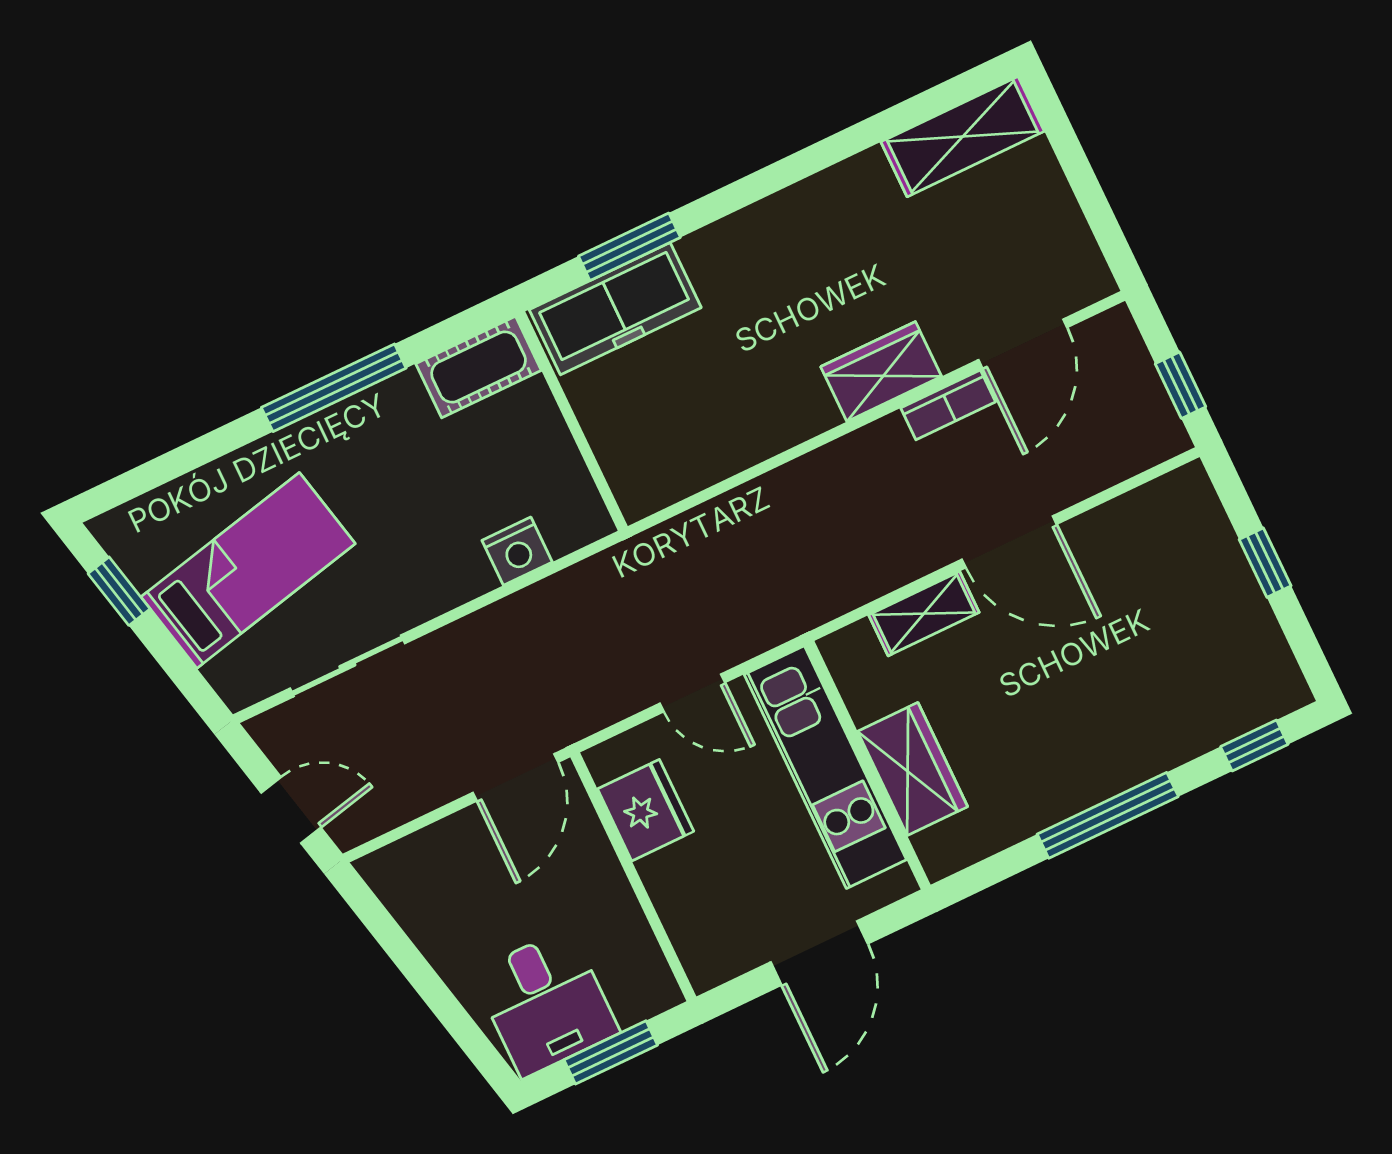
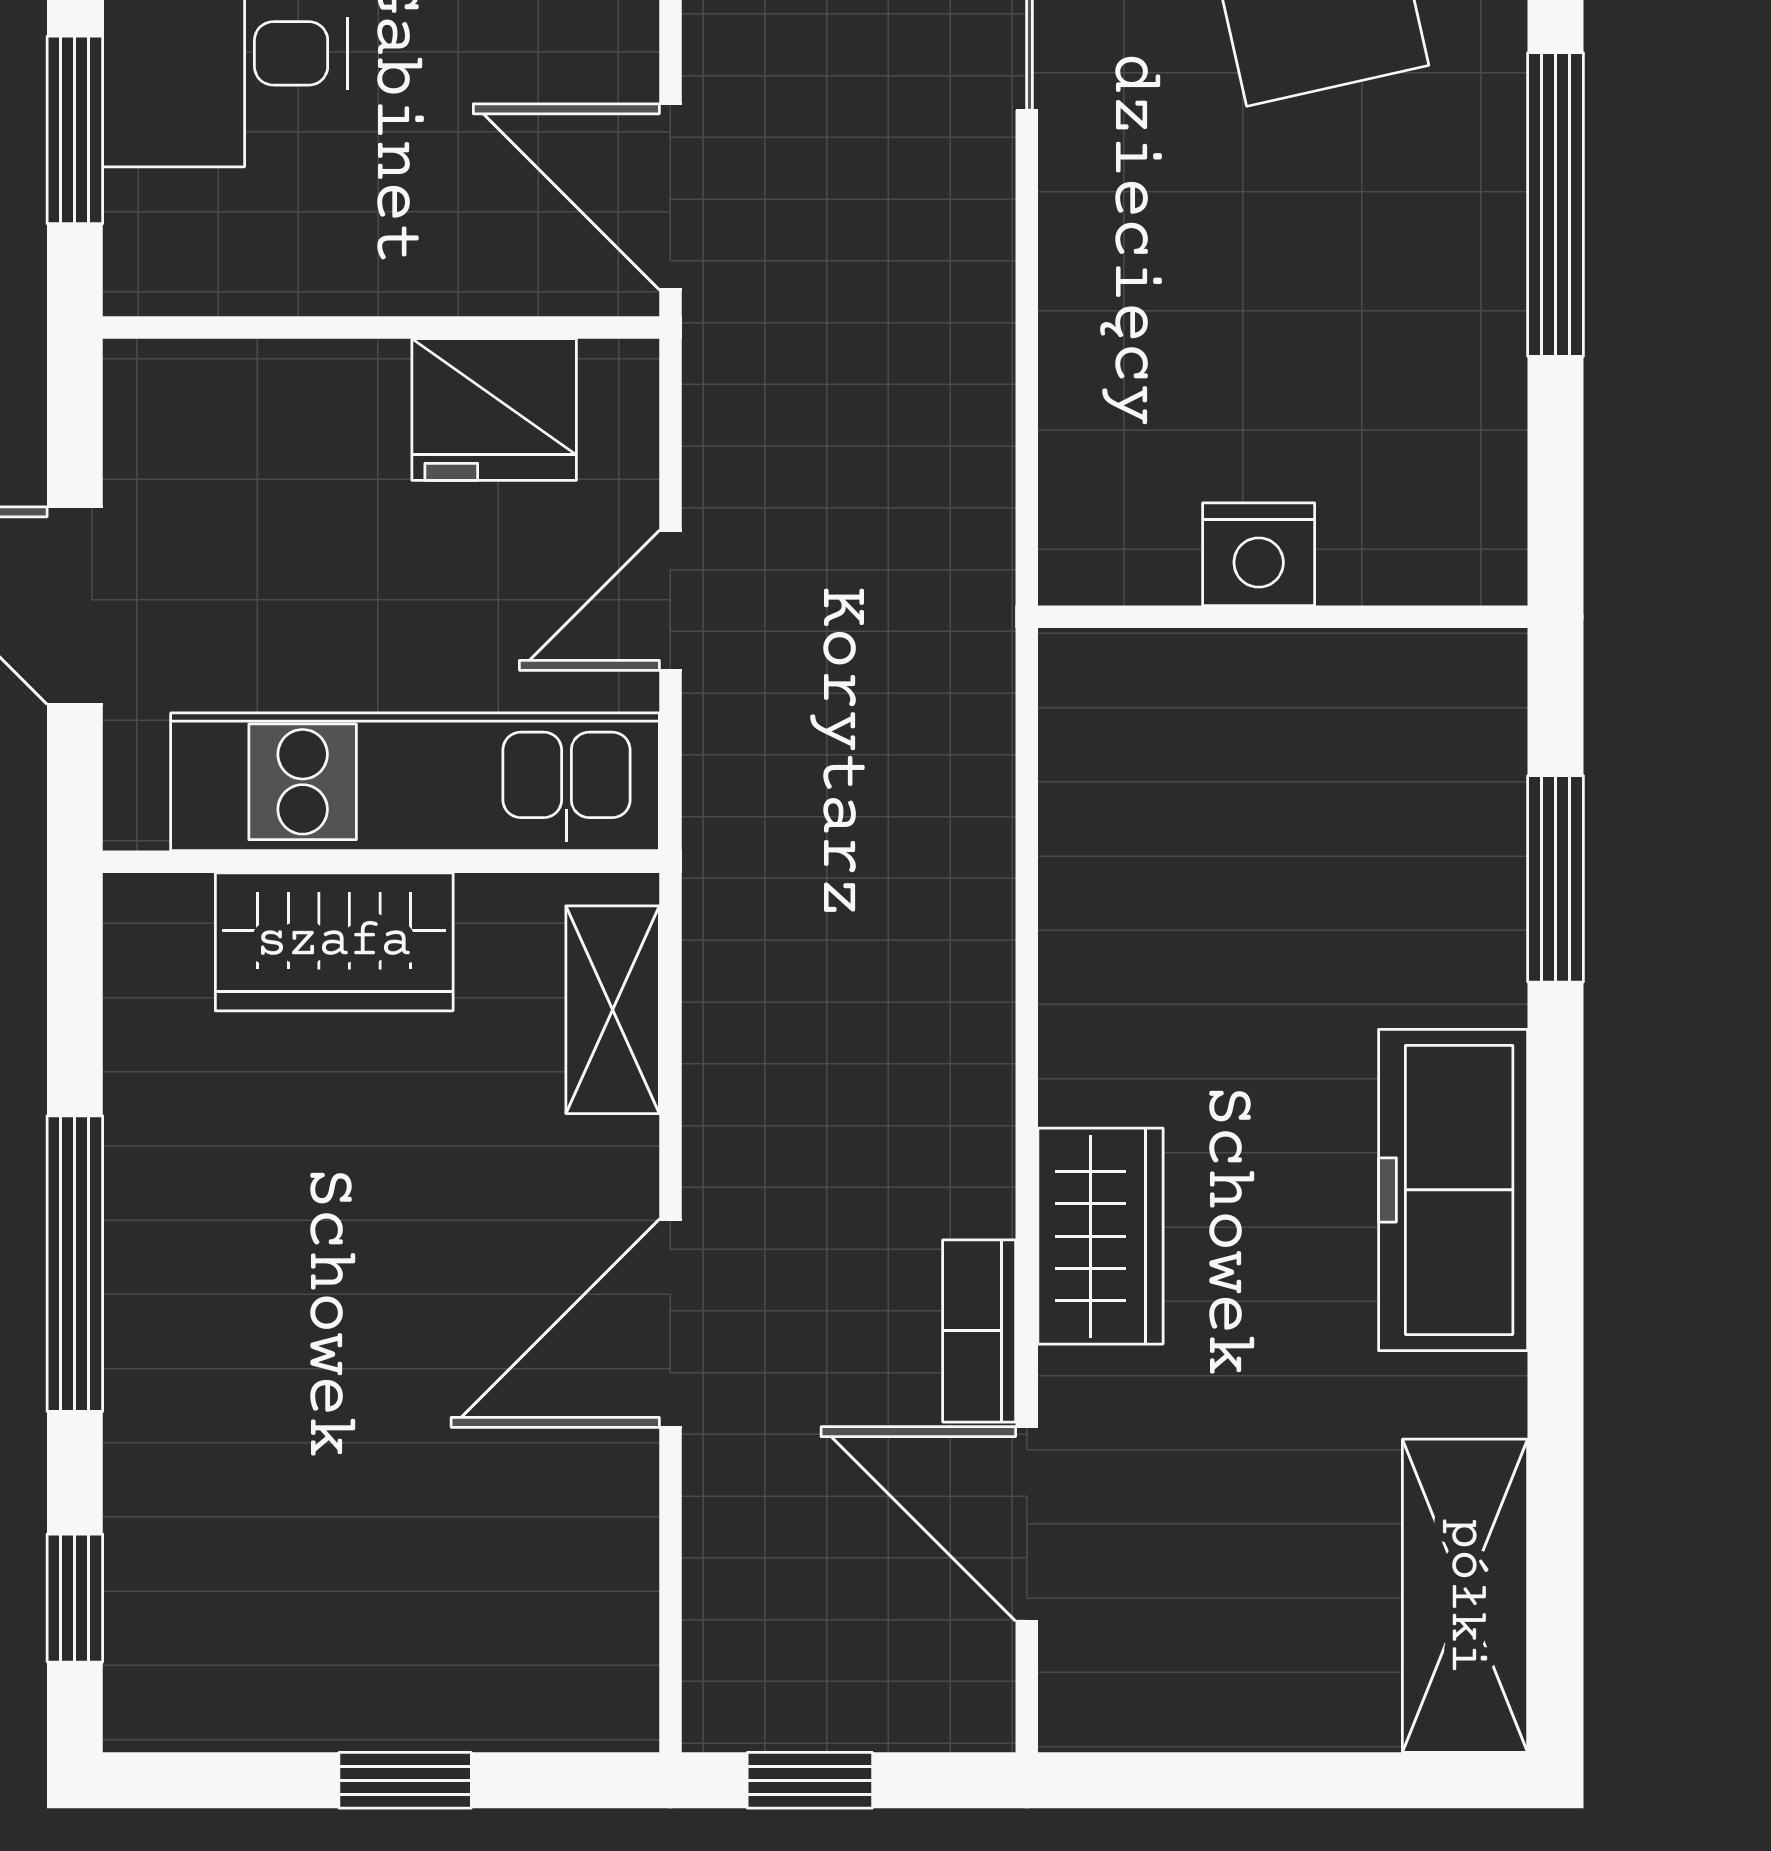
freezer: (615, 309) -> (1453, 1190), moved
cot: (479, 367) -> (1466, 492), removed
nightstand: (517, 551) -> (1259, 554), moved, turned -90
shelving: (924, 614) -> (613, 1010), moved

